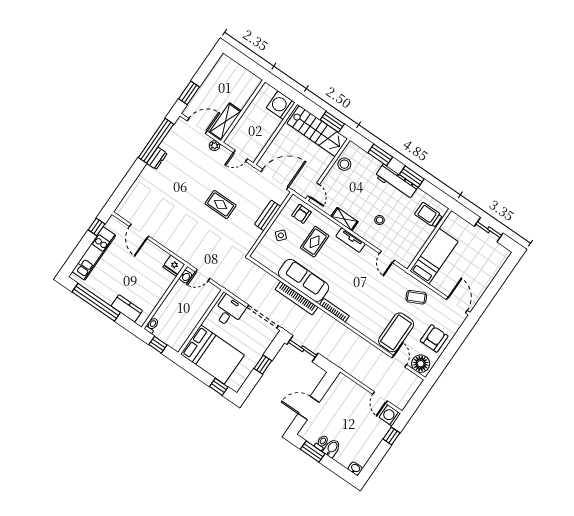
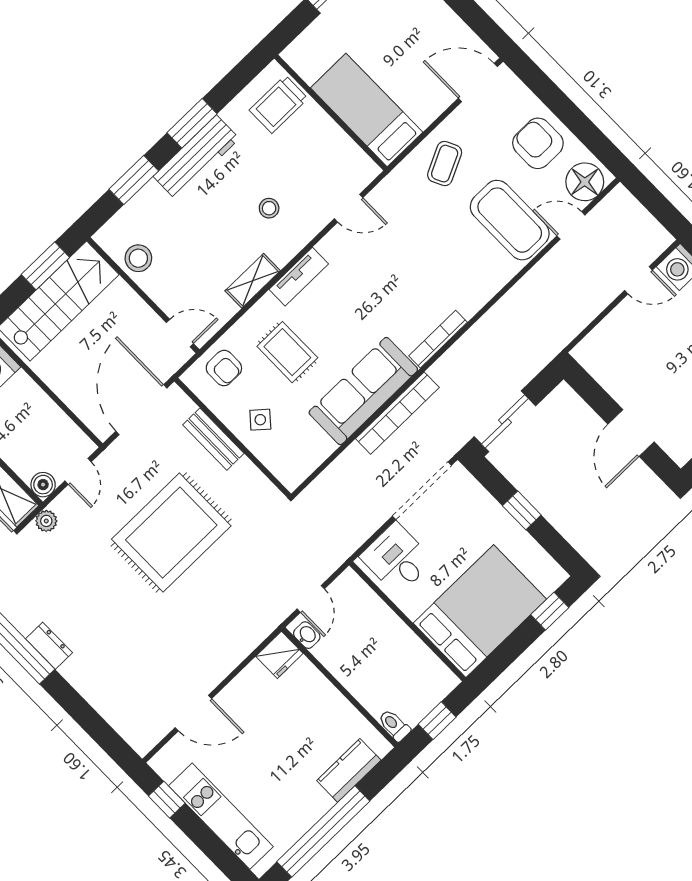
boiler: (231, 141) -> (43, 485), added
rug: (221, 204) -> (171, 533), width x1.86, depth x2.06

